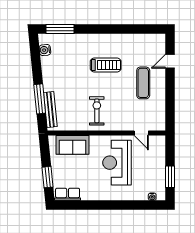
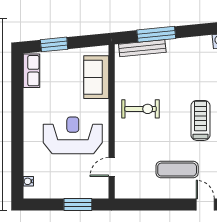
treadmill: (106, 65) -> (200, 120), turned 180
window: (170, 177) -> (78, 204), moved

